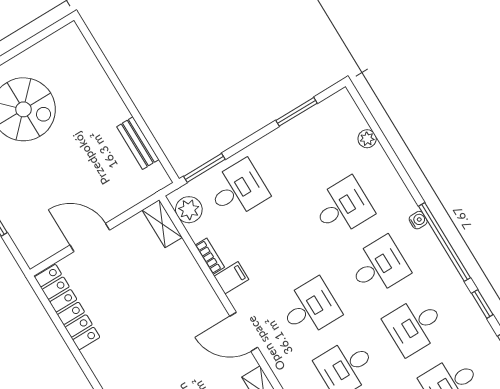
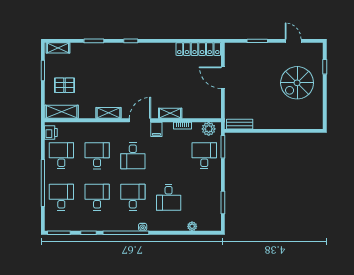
bench: (138, 143) -> (240, 124), moved
desk: (238, 190) -> (204, 156), turned 180
shelving: (162, 224) -> (170, 113), moved
door: (90, 237) -> (223, 78), swing flipped
desk: (379, 266) -> (133, 197), turned 180
filing cabinet: (231, 278) -> (156, 129), moved

